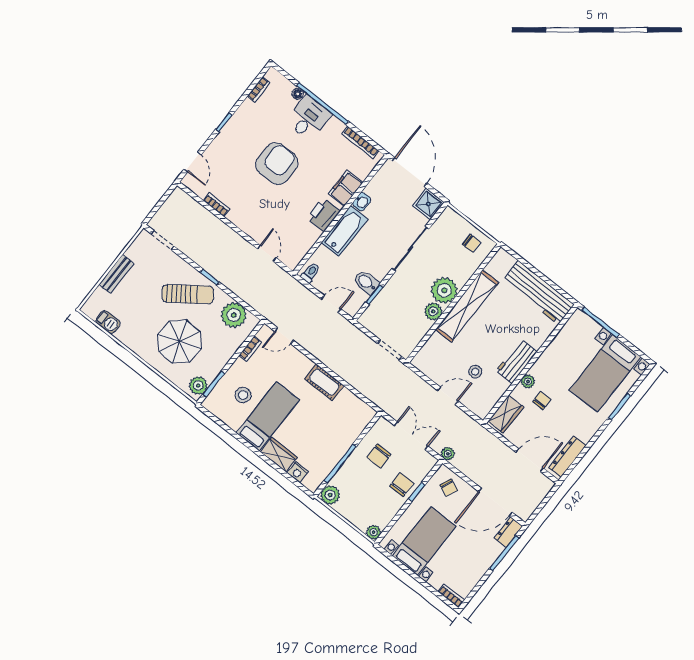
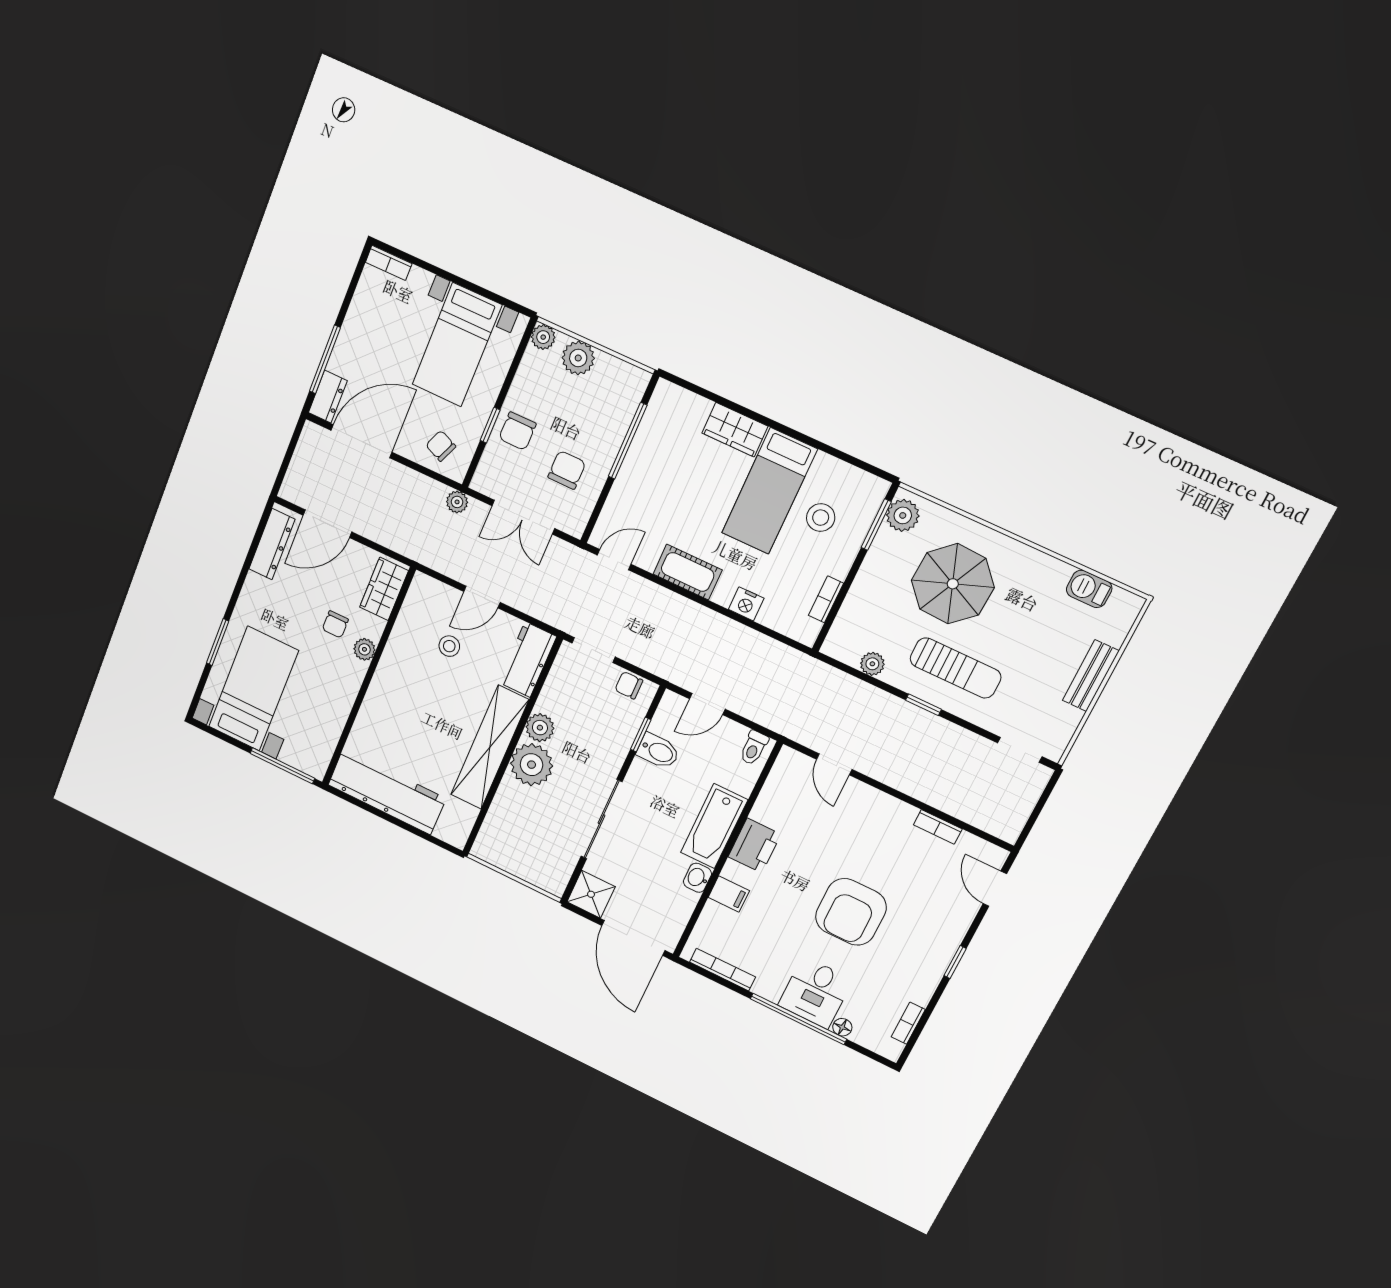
filing cabinet: (346, 188) -> (729, 894), width x0.50
chair: (471, 243) -> (629, 685), moved
sun lounger: (188, 294) -> (955, 668), turned -144
plant: (234, 315) -> (872, 664), width x0.53, depth x0.53
door: (284, 336) -> (614, 560), moved
workbench: (517, 361) -> (528, 659), moved, turned 180
nightstand: (298, 472) -> (746, 604), moved, turned 180
plant: (330, 495) -> (578, 358), moved

